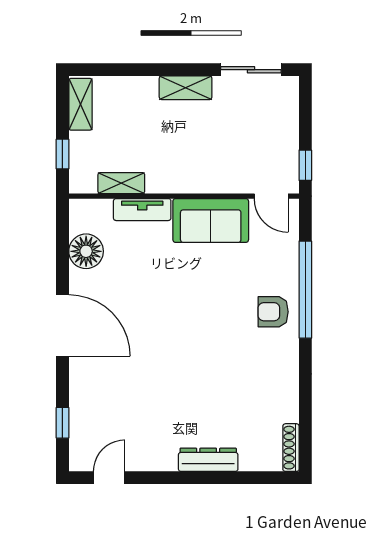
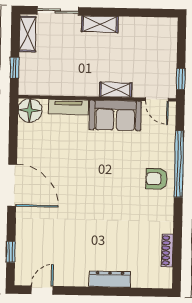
sliding door: (251, 70) -> (58, 11), moved
shelving: (121, 183) -> (116, 90), moved
floor lamp: (86, 251) -> (30, 110), moved
shoe rack: (291, 448) -> (167, 250), moved

